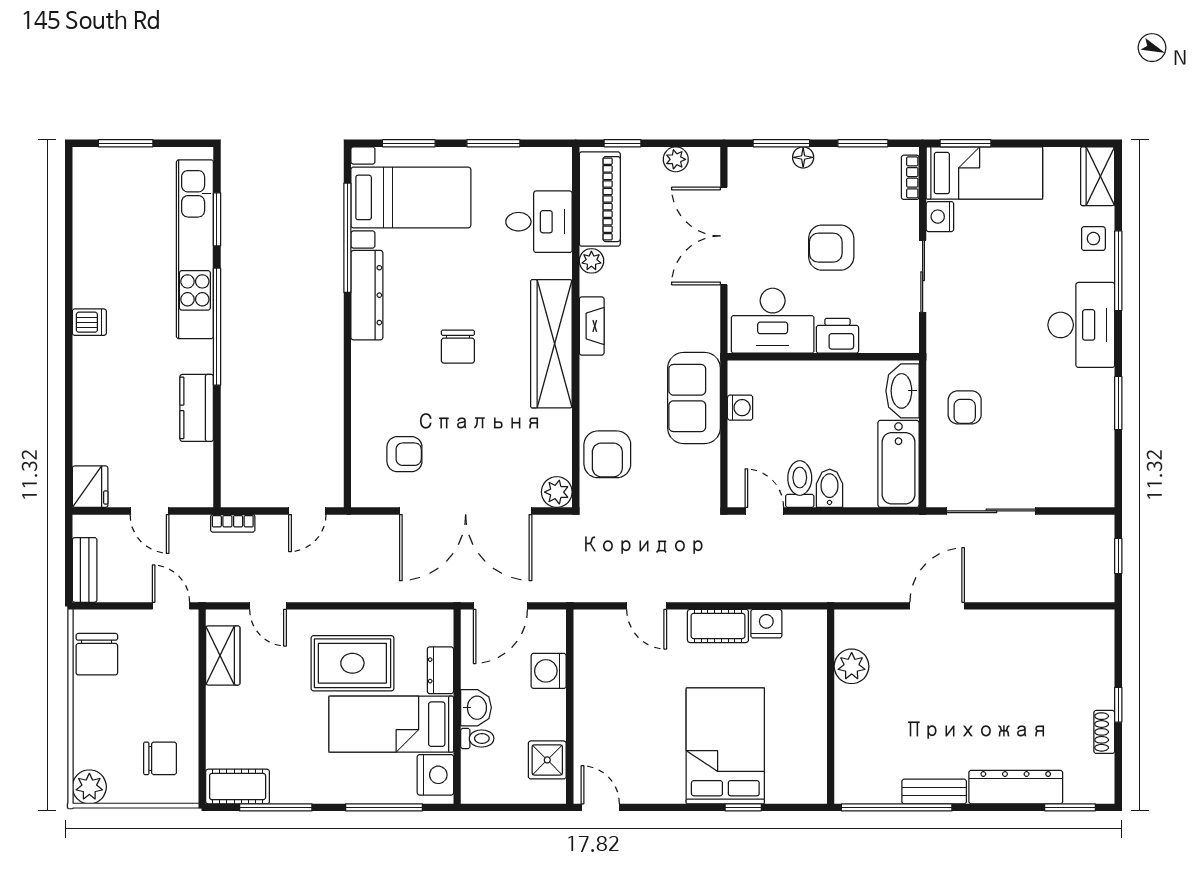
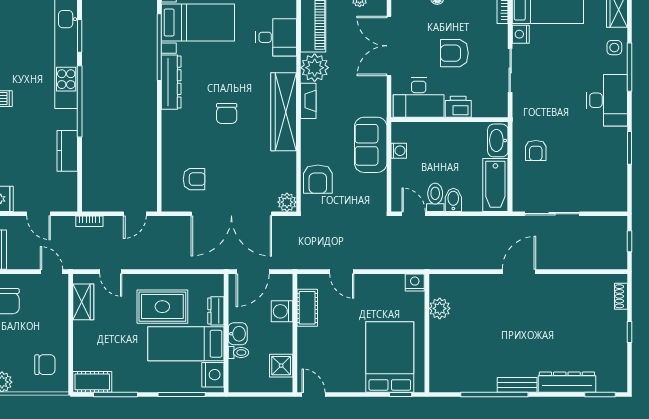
plant: (591, 261) -> (315, 68), width x1.88, depth x1.88
cot: (718, 626) -> (307, 308), moved, turned 90
plant: (852, 666) -> (440, 308), moved
wall: (831, 707) -> (427, 333), moved
shoe rack: (1104, 732) -> (621, 296), moved

